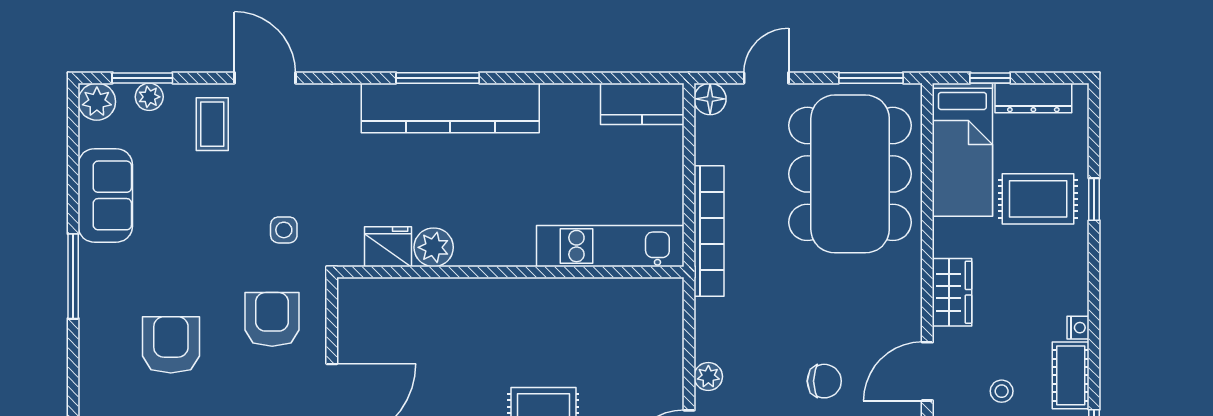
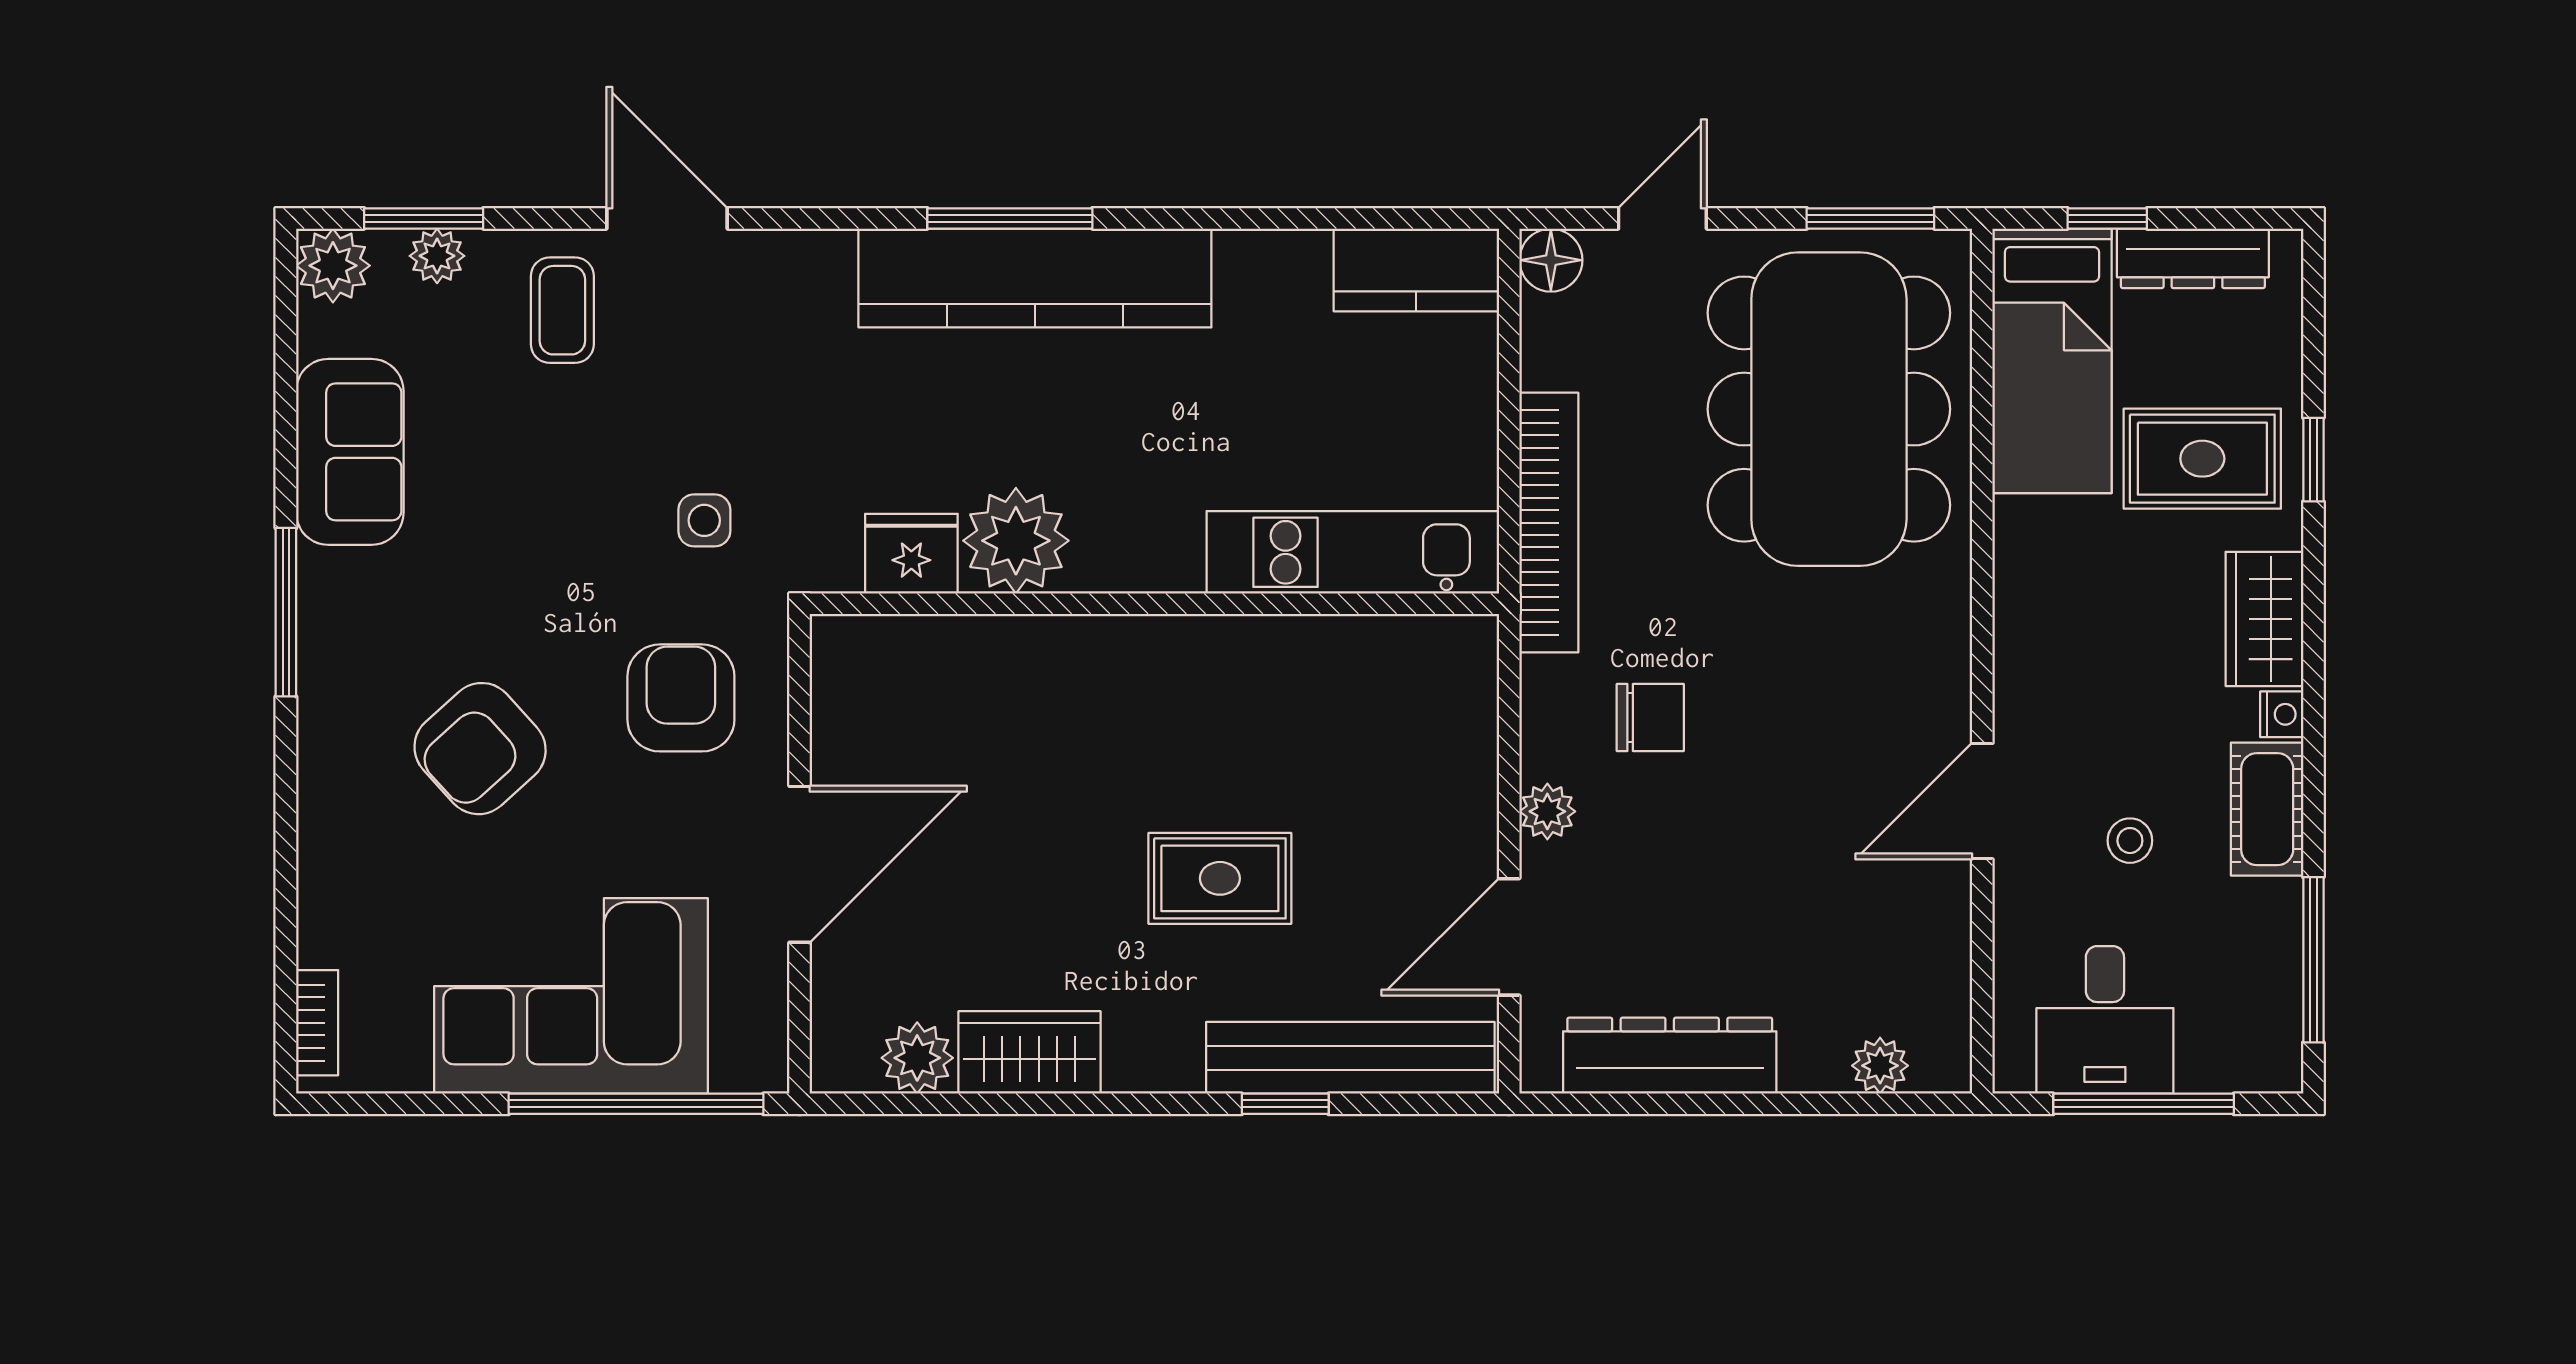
plant: (434, 247) -> (1016, 541), width x1.36, depth x1.36
wardrobe: (952, 292) -> (2264, 619), moved, turned 180
armchair: (171, 345) -> (480, 749), turned -132
chair: (824, 381) -> (1650, 717), moved

